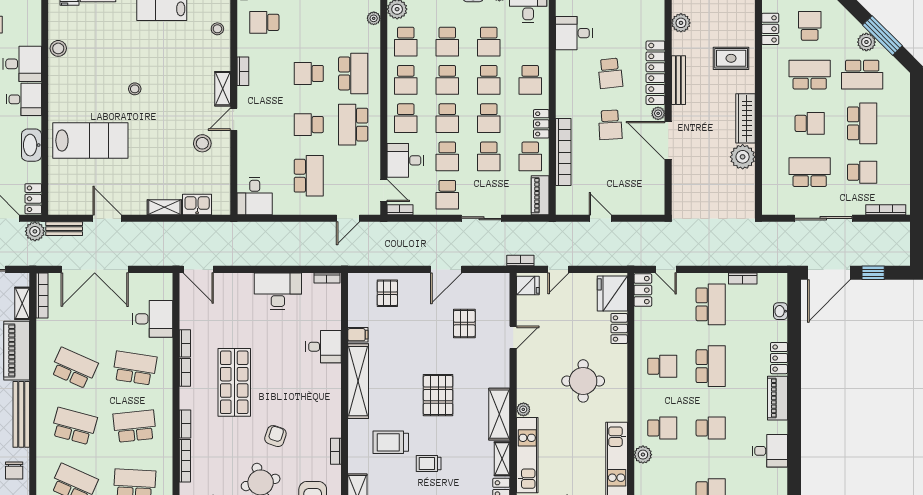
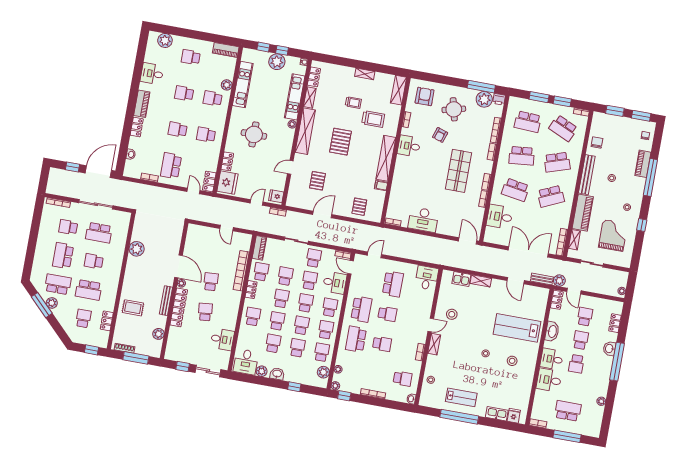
school desk: (810, 26) -> (83, 318), turned 180
stool: (58, 48) -> (512, 361), moved
wardrobe: (745, 118) -> (131, 271), removed
school desk: (309, 176) -> (393, 284), turned 180
desk: (324, 347) -> (409, 146), moved
school desk: (711, 366) -> (178, 130), width x0.54
school desk: (74, 368) -> (551, 196), turned -48
shelving: (499, 414) -> (305, 131), width x1.47
school desk: (74, 426) -> (557, 162), turned -33

